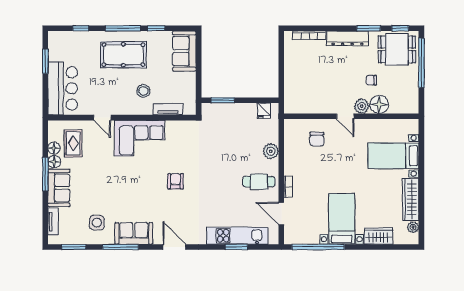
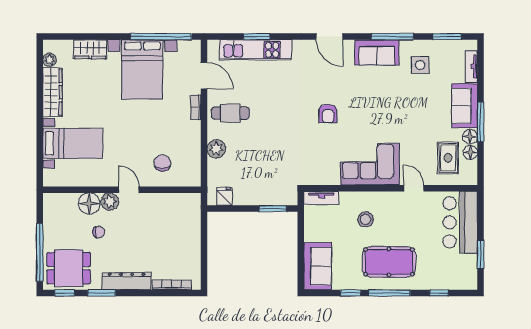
tv unit: (168, 109) -> (322, 198), moved
bed with nightstands: (342, 219) -> (142, 69), width x1.36

